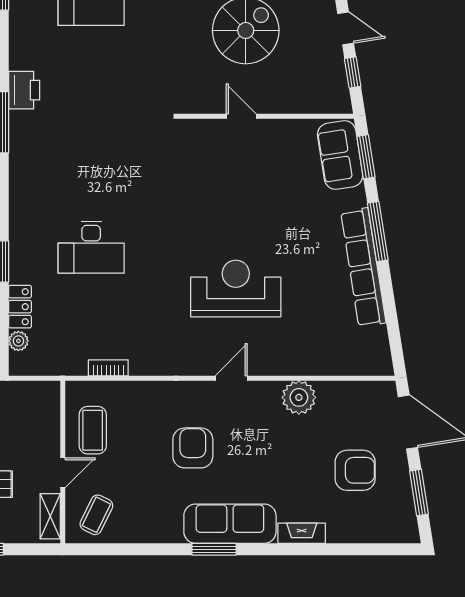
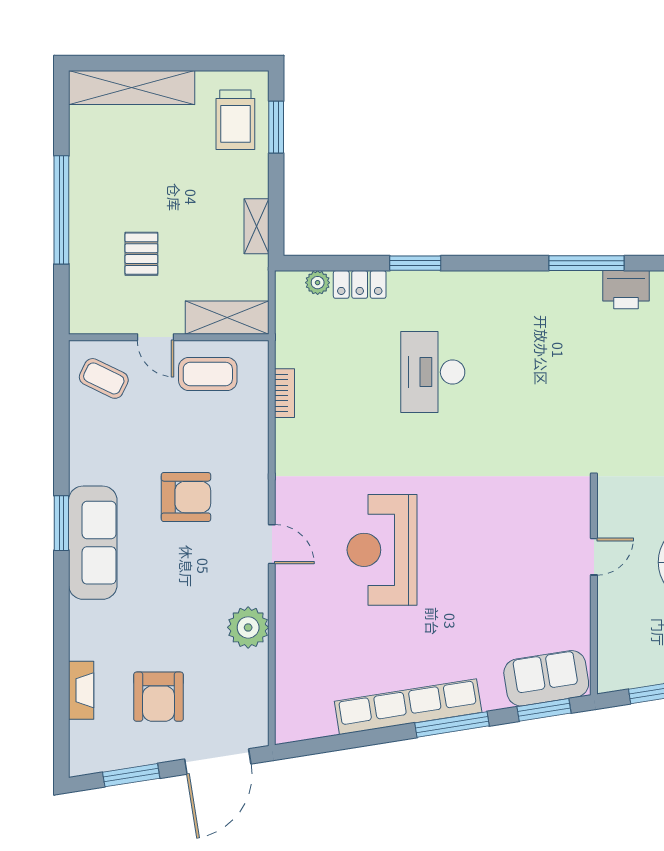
reception desk: (236, 288) -> (382, 550), turned 180
shelving: (50, 516) -> (227, 318), moved, width x1.50, depth x1.33
fireplace: (302, 533) -> (81, 690), moved

